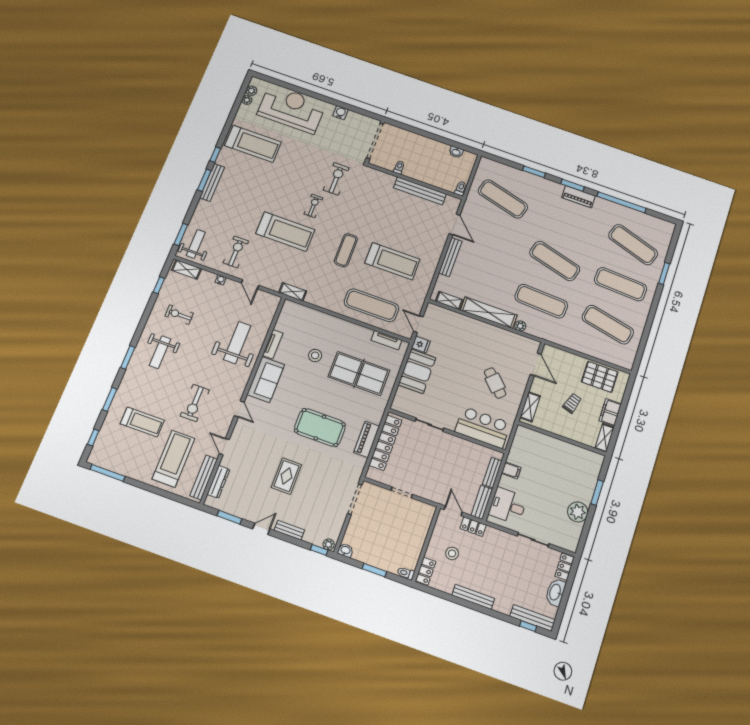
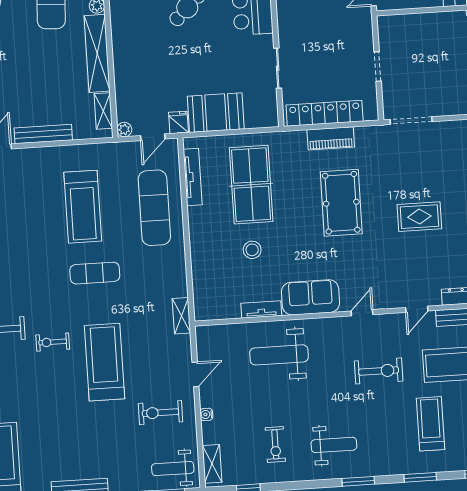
treadmill: (392, 261) -> (83, 207), turned 180
plant: (431, 308) -> (124, 130), added
tv unit: (386, 340) -> (193, 177), width x1.41

